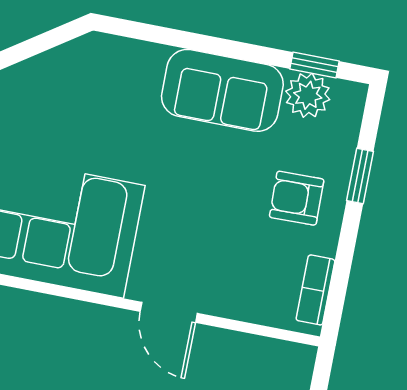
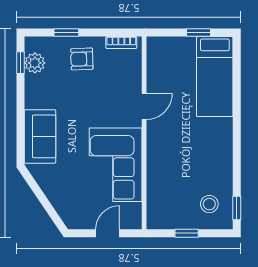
sofa: (222, 90) -> (40, 136), moved
armchair: (297, 198) -> (82, 59), turned 89

